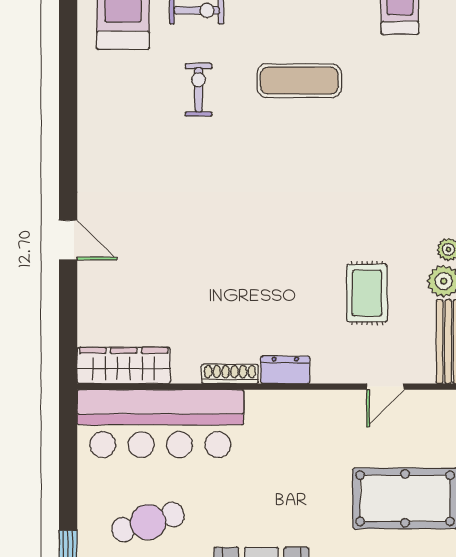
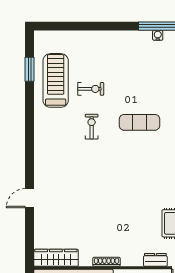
door: (68, 240) -> (29, 198), swing flipped
dresser: (285, 370) -> (155, 260), moved

